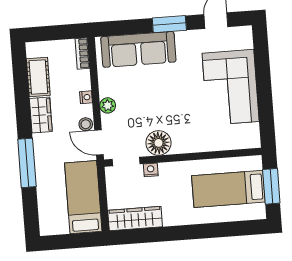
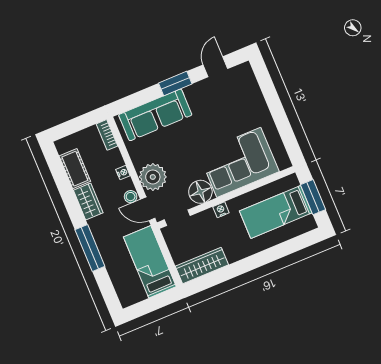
corner sofa: (231, 87) -> (239, 162), moved, turned 90
plant: (108, 105) -> (153, 177), width x1.87, depth x1.87
nightstand: (151, 170) -> (221, 210), moved

